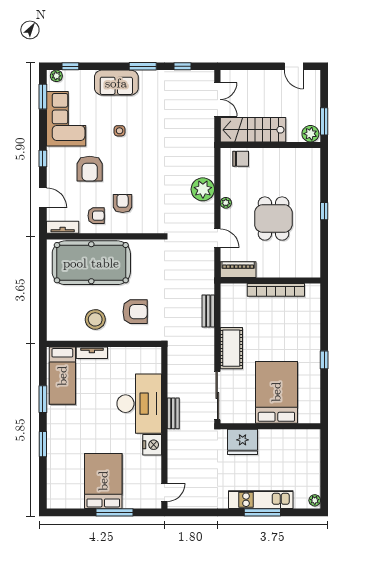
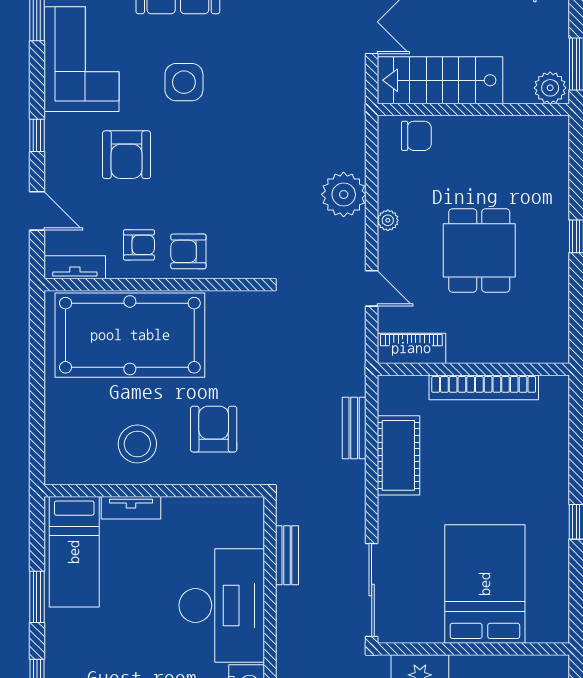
side table: (120, 131) -> (184, 82), width x1.87, depth x1.87
armchair: (123, 203) -> (188, 251), moved, turned -90
armchair: (135, 312) -> (214, 429), turned -90
cot: (231, 348) -> (398, 455), moved
bench: (173, 413) -> (287, 555), moved

